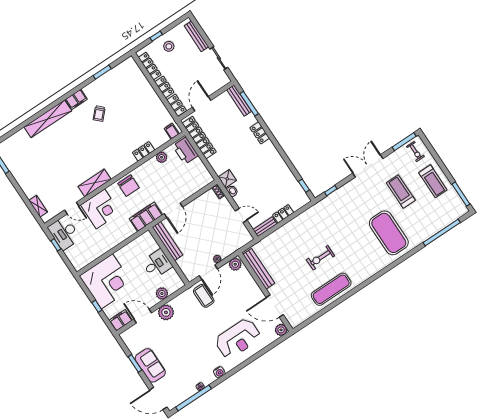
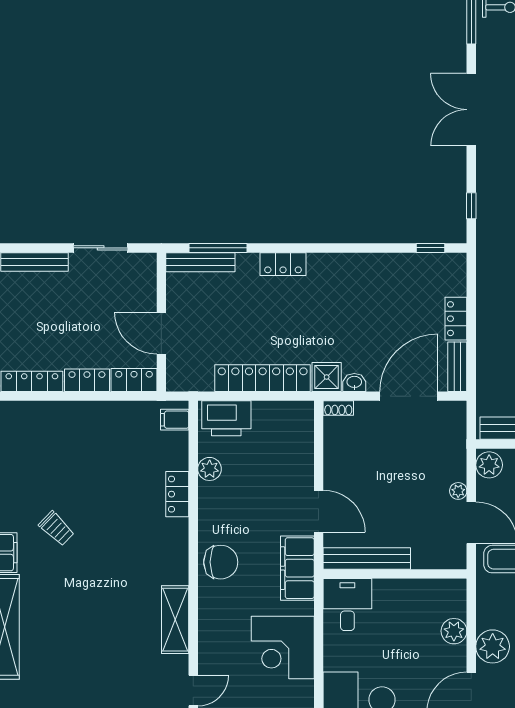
stool: (169, 46) -> (19, 323), removed
locker: (199, 138) -> (263, 378), moved
corner desk: (101, 209) -> (283, 647), moved, turned 180
door: (241, 215) -> (409, 396), width x1.88
desk: (157, 264) -> (347, 605), moved

